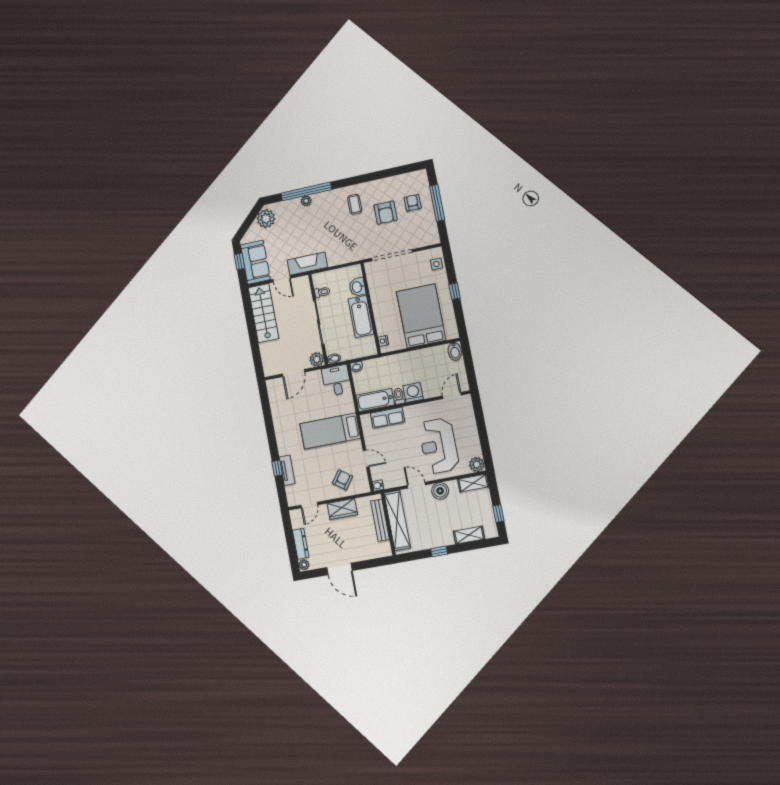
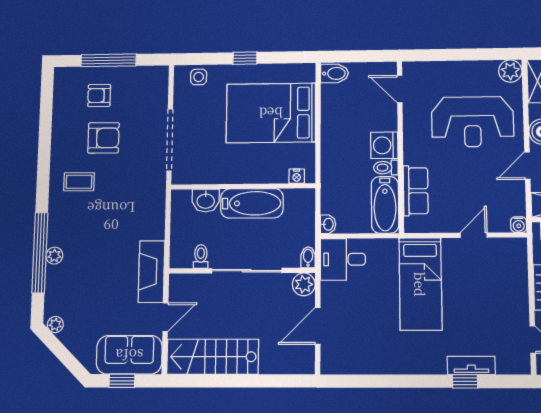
plant: (266, 219) -> (55, 325), width x0.53, depth x0.53
door: (293, 373) -> (318, 326), swing flipped
armchair: (342, 480) -> (501, 279), removed

